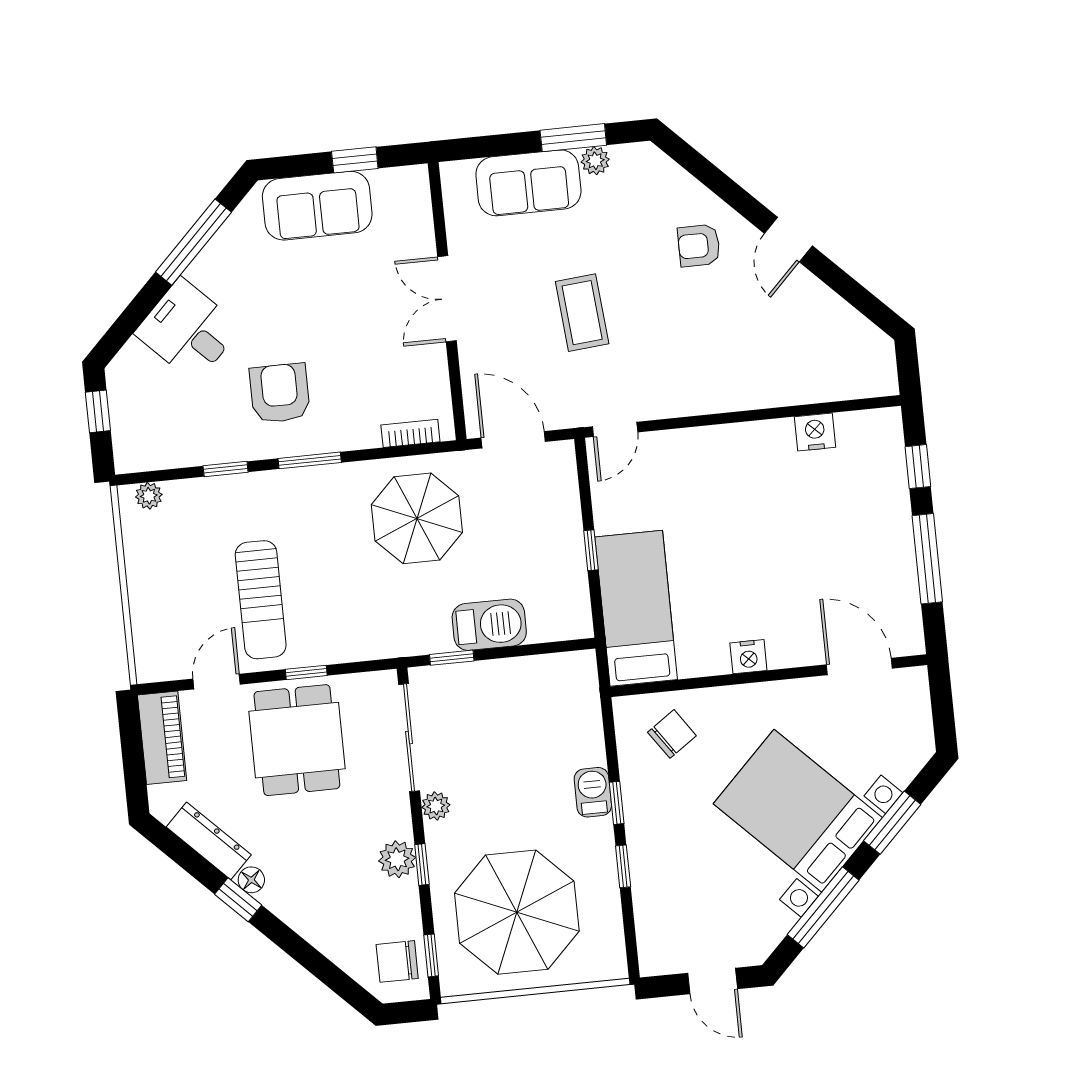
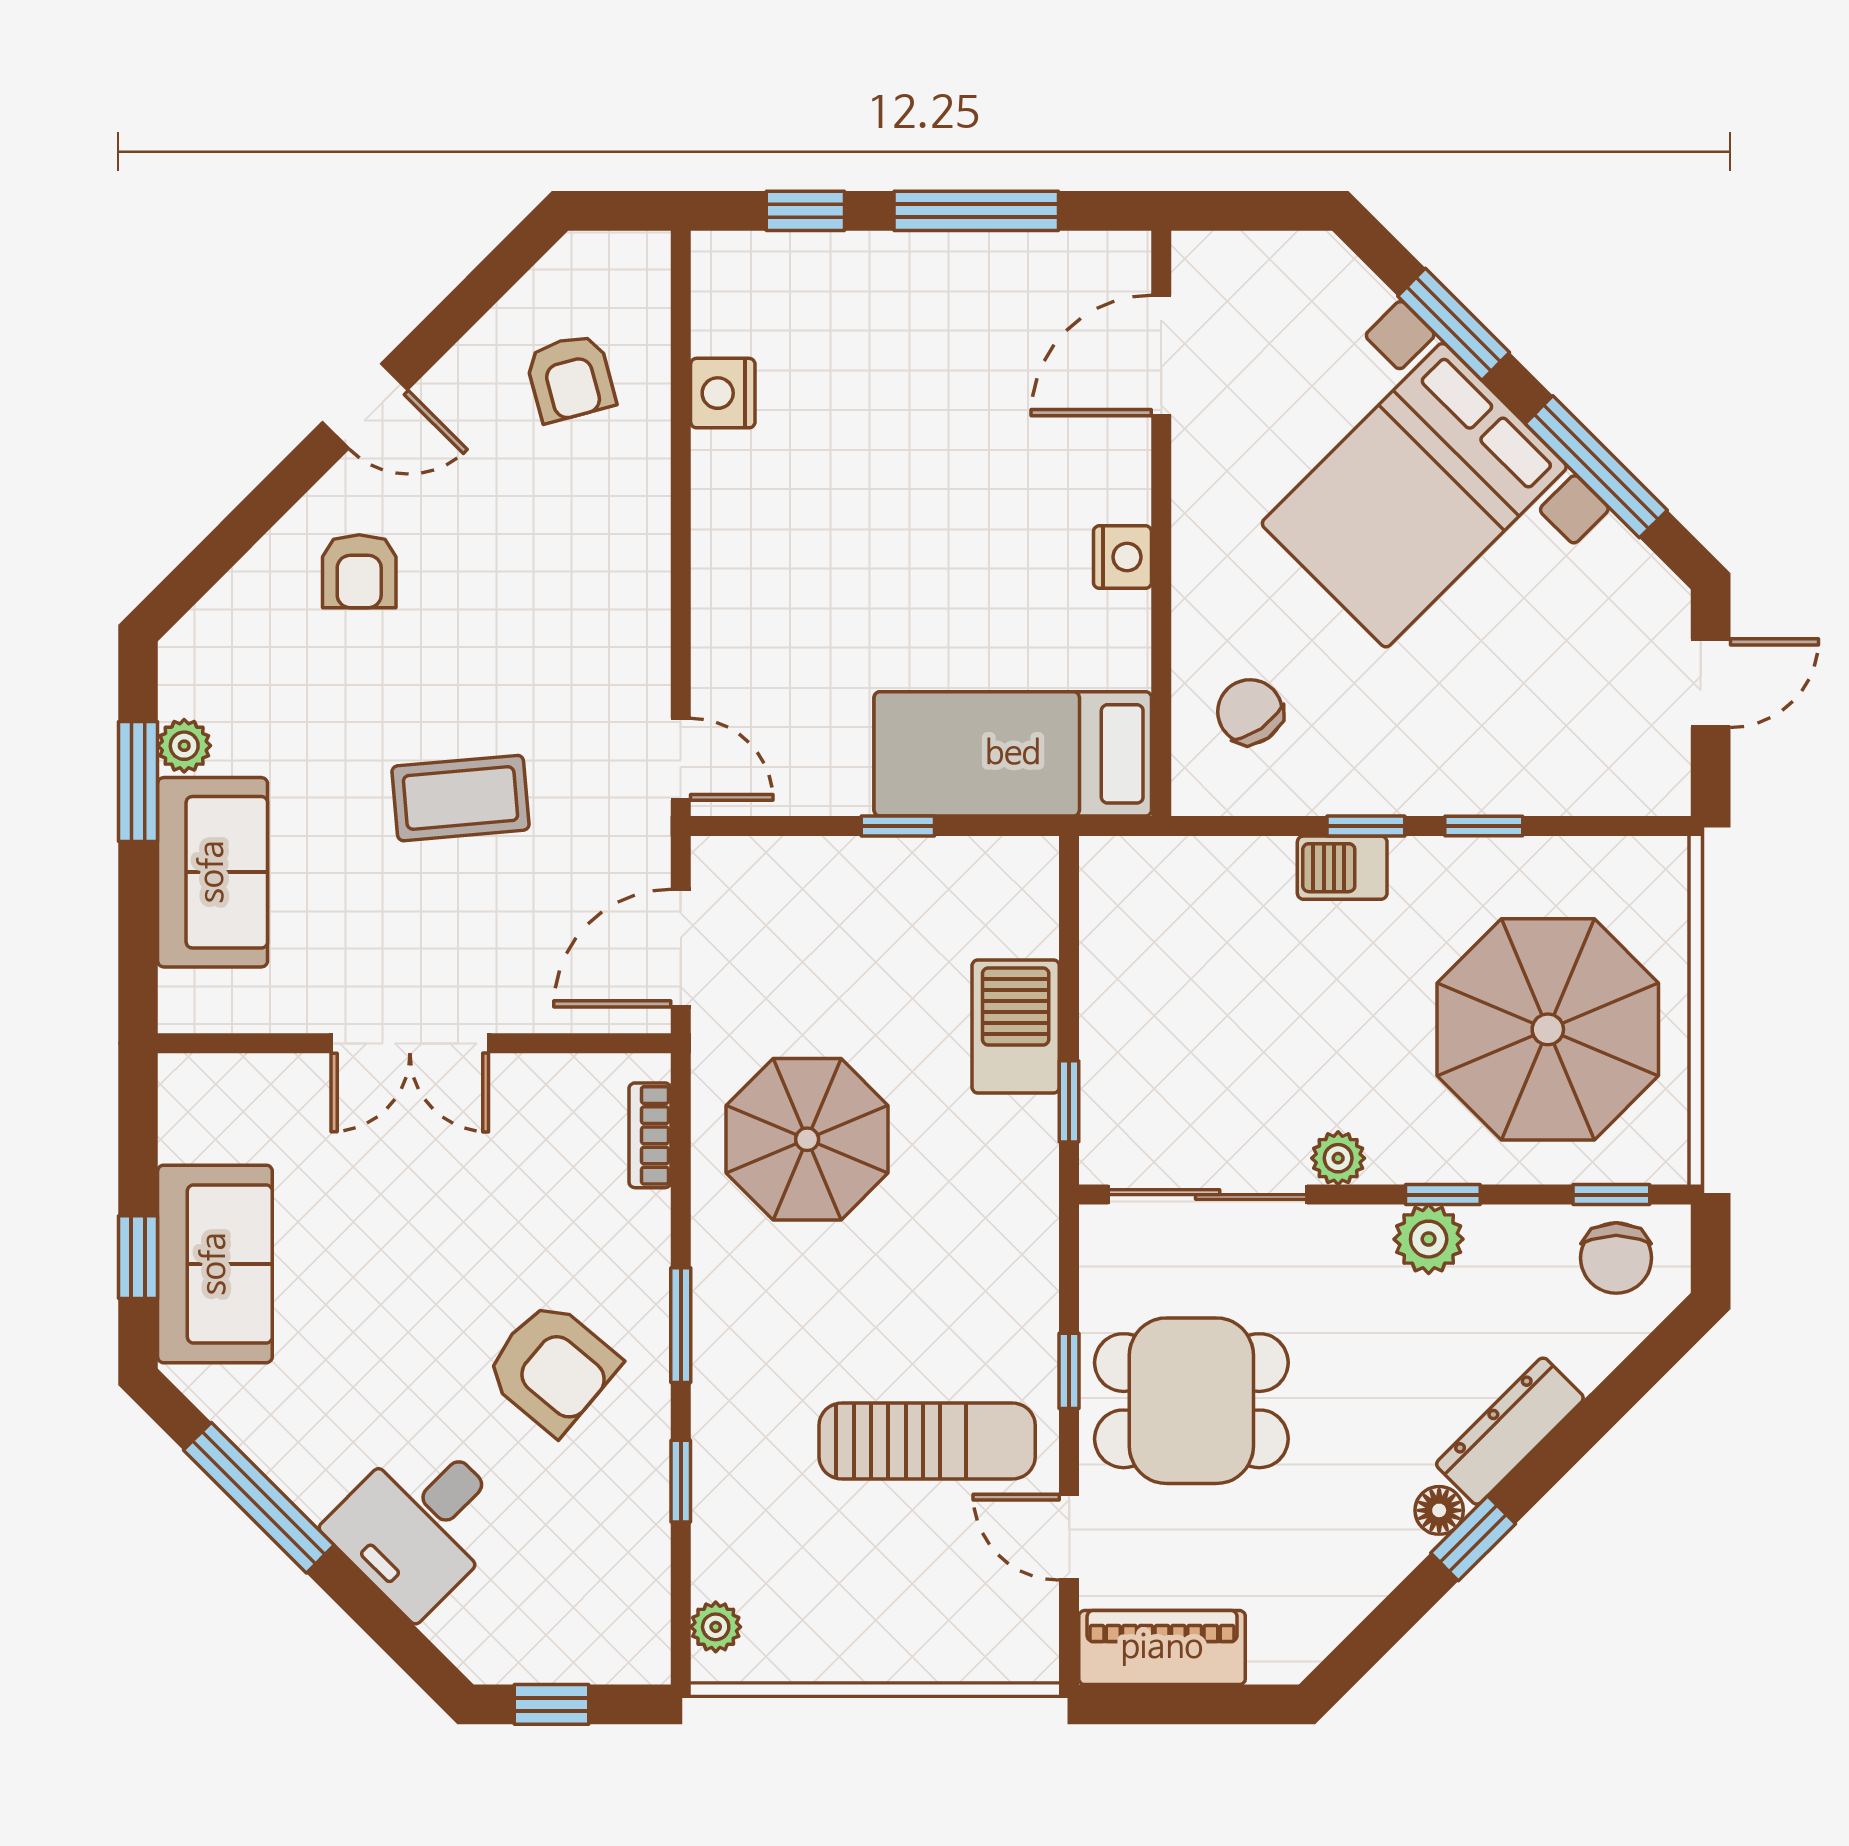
window: (355, 160) -> (138, 1257), moved
armchair: (815, 349) -> (570, 378), added
armchair: (280, 393) -> (552, 1367), turned -140
dresser: (209, 841) -> (1510, 1431), moved

